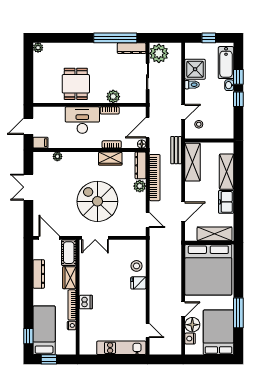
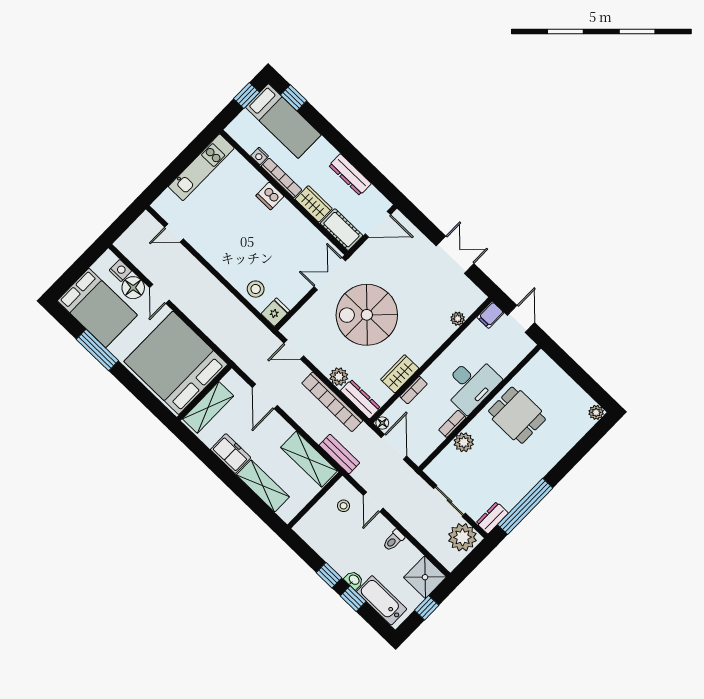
dresser: (132, 48) -> (492, 518), width x0.70
shower: (195, 69) -> (425, 577), moved
spiral stairs: (97, 201) -> (367, 315), turned 180
fridge: (138, 283) -> (275, 312), moved
kitchen unit: (121, 348) -> (201, 167), moved

